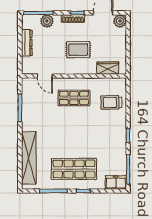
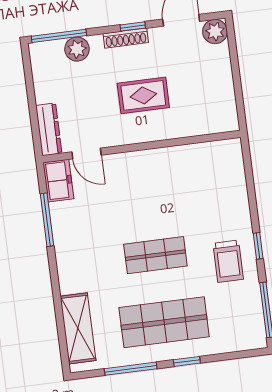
dresser: (27, 43) -> (49, 129), moved
wardrobe: (108, 68) -> (204, 123), removed
shop shelf: (74, 98) -> (155, 255), moved
trolley: (111, 102) -> (228, 261), moved, turned -90
shelving: (29, 158) -> (78, 328), width x0.68
freezer: (116, 182) -> (58, 181), moved, turned 90

